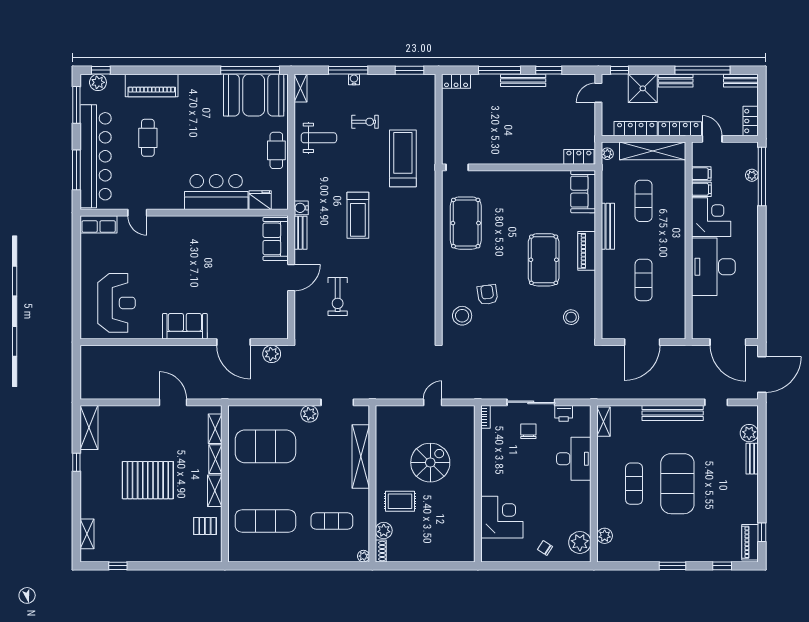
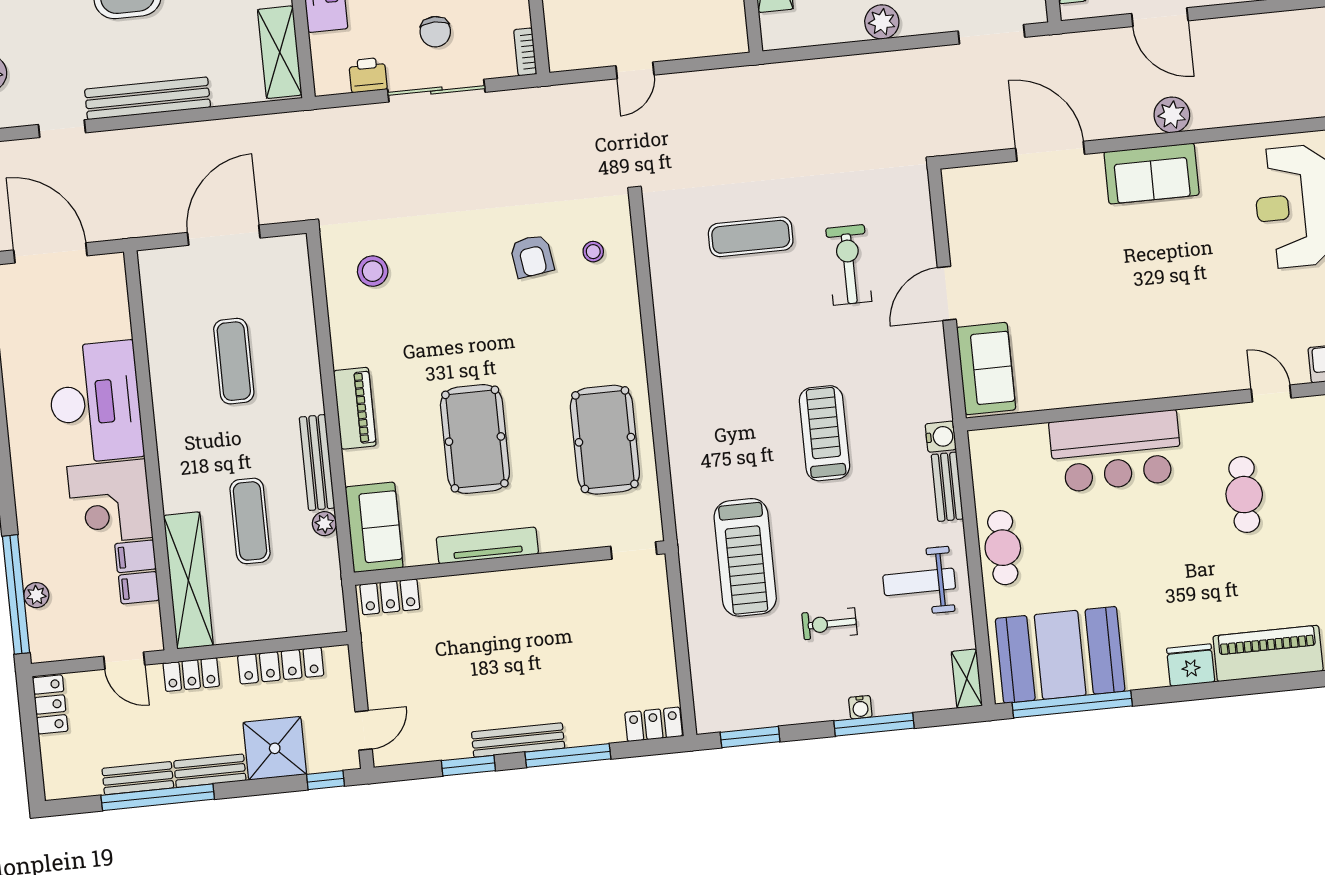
bench: (741, 81) -> (138, 778), moved
locker: (680, 129) -> (191, 675), width x0.66
cafe table: (148, 138) -> (1244, 495), moved
shelving: (653, 151) -> (188, 580), moved, turned 90
plant: (607, 154) -> (324, 524), moved
tv unit: (529, 177) -> (487, 546), added
fridge: (260, 200) -> (1191, 665), moved, turned 180
bench: (300, 233) -> (947, 487), moved
pool table: (544, 260) -> (475, 439), moved
armchair: (487, 295) -> (532, 256), moved
exercise mat: (384, 315) -> (751, 237), added
stool: (462, 316) -> (593, 252), width x0.53, depth x0.53
plant: (272, 354) -> (1172, 115), moved
doorway: (337, 402) -> (991, 34), moved
shelving: (603, 422) -> (280, 52), width x1.50, depth x1.33

